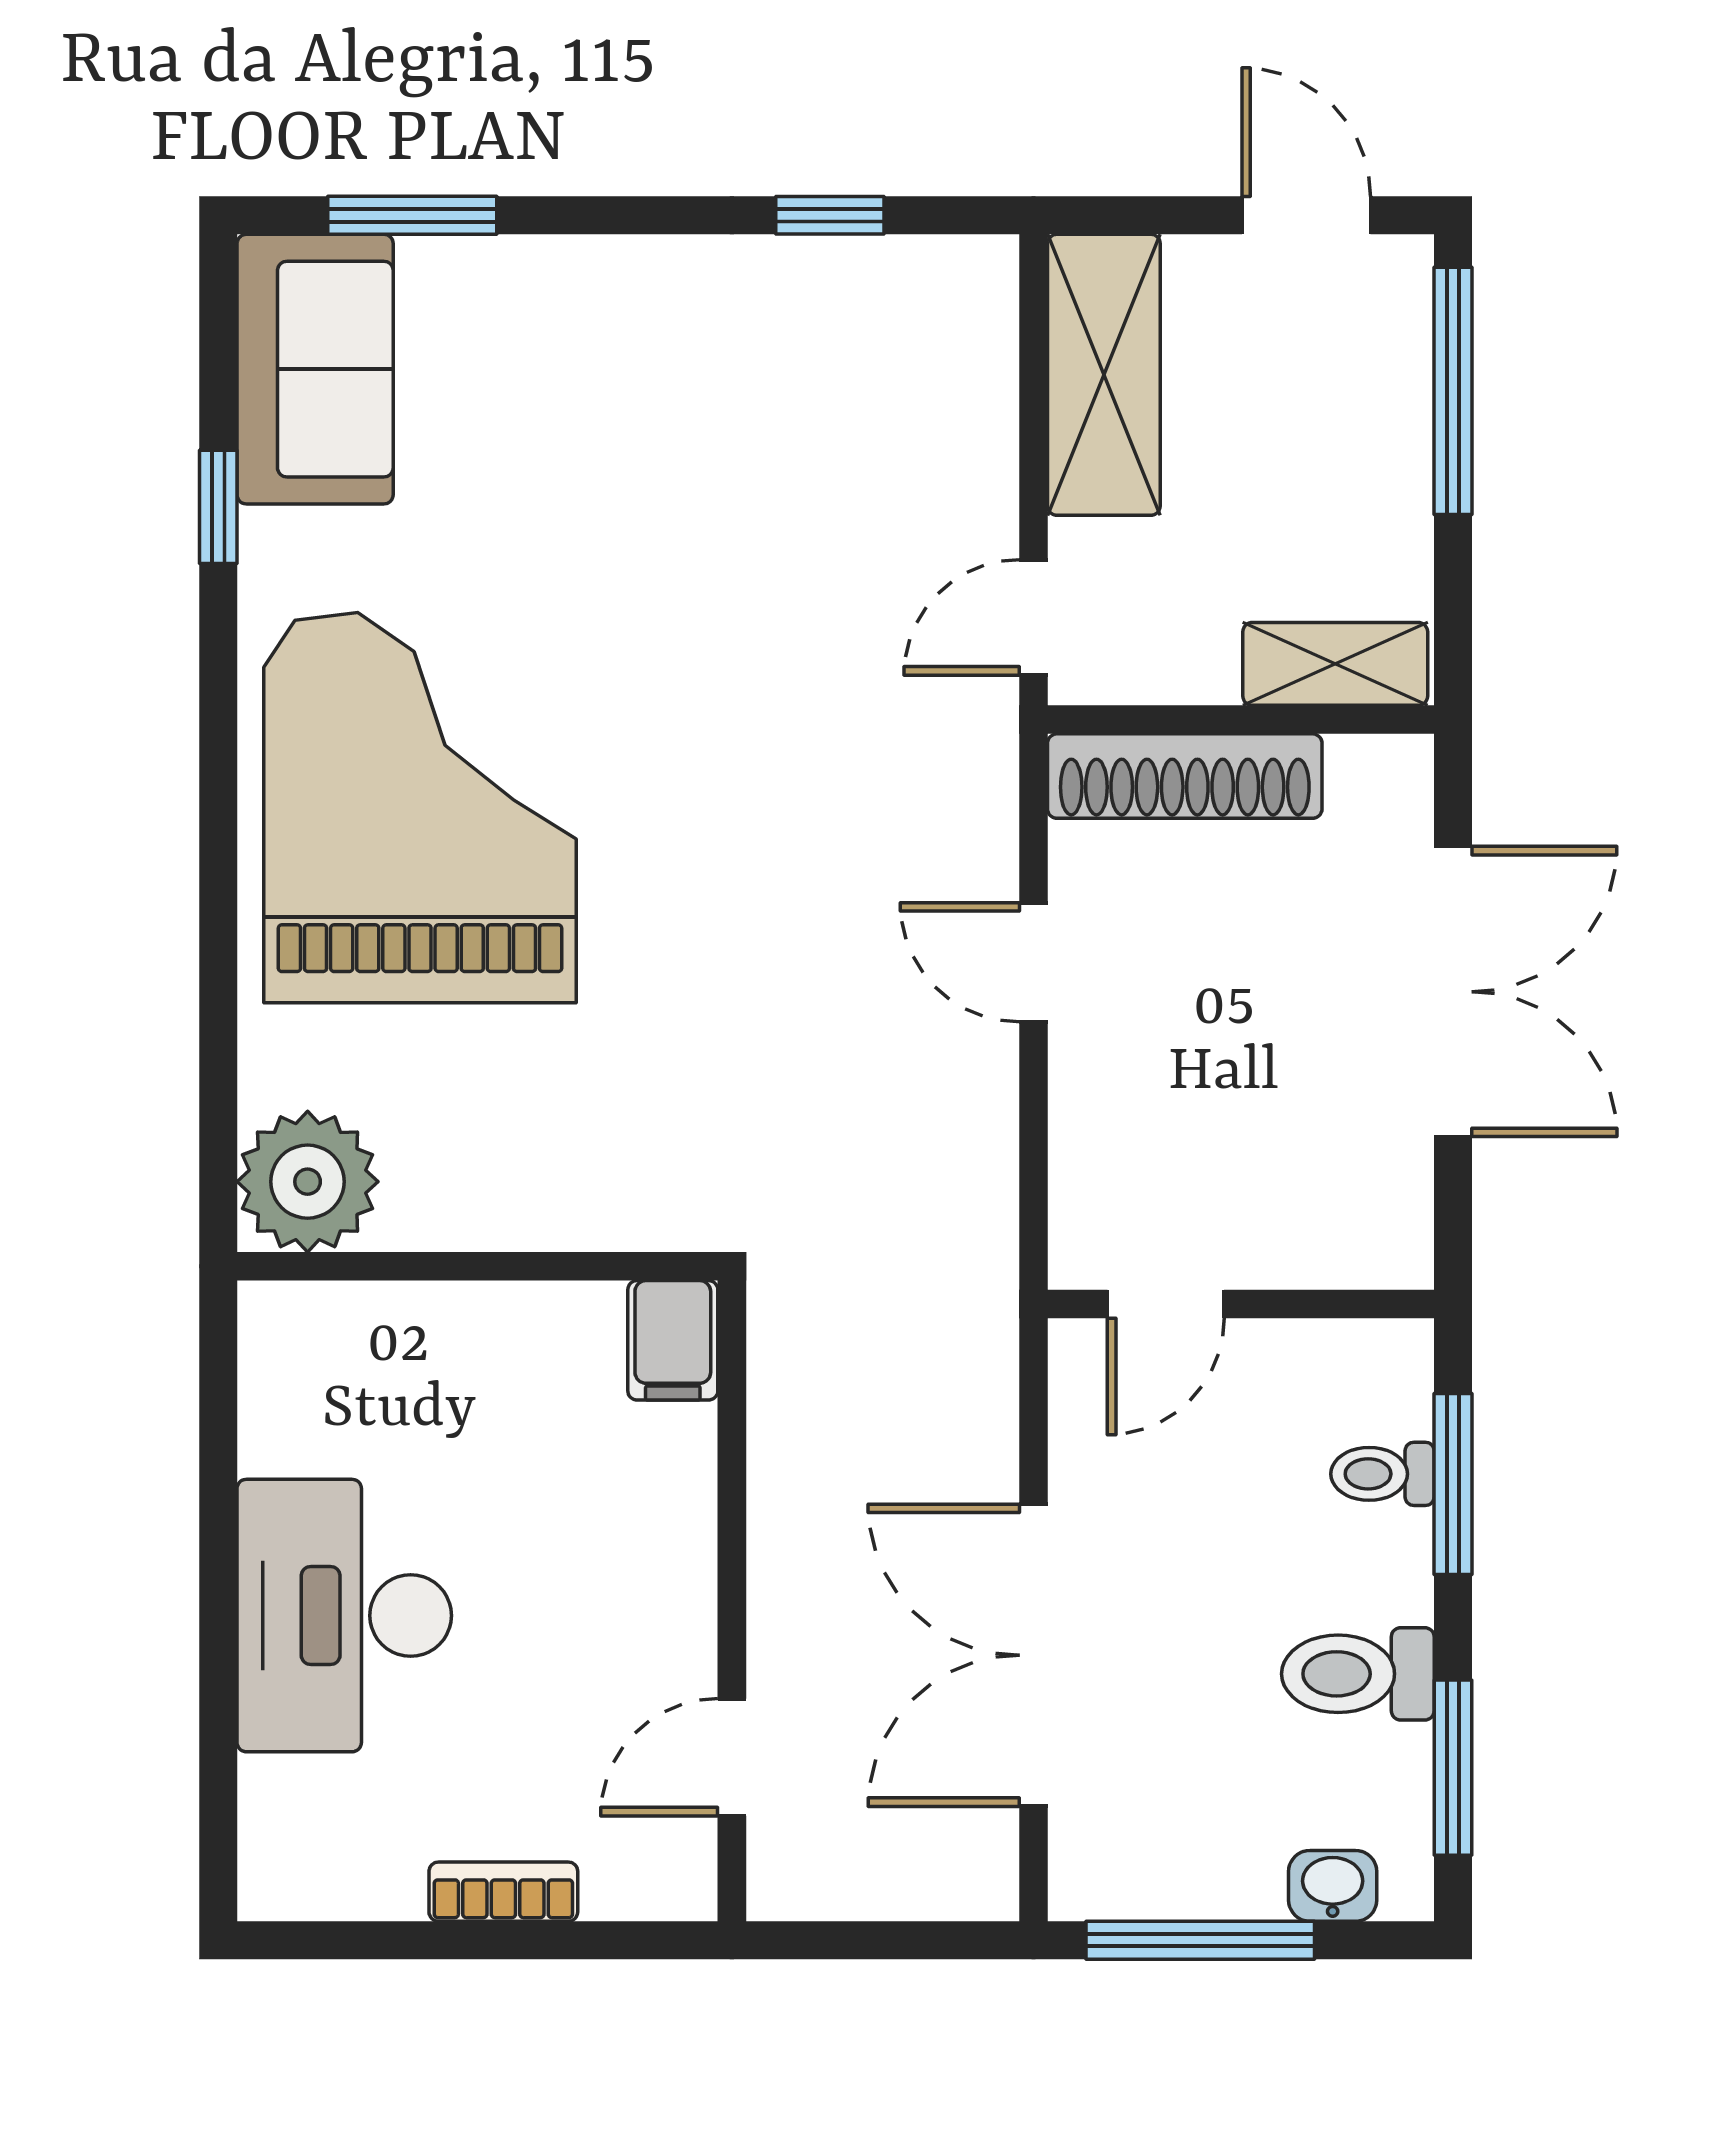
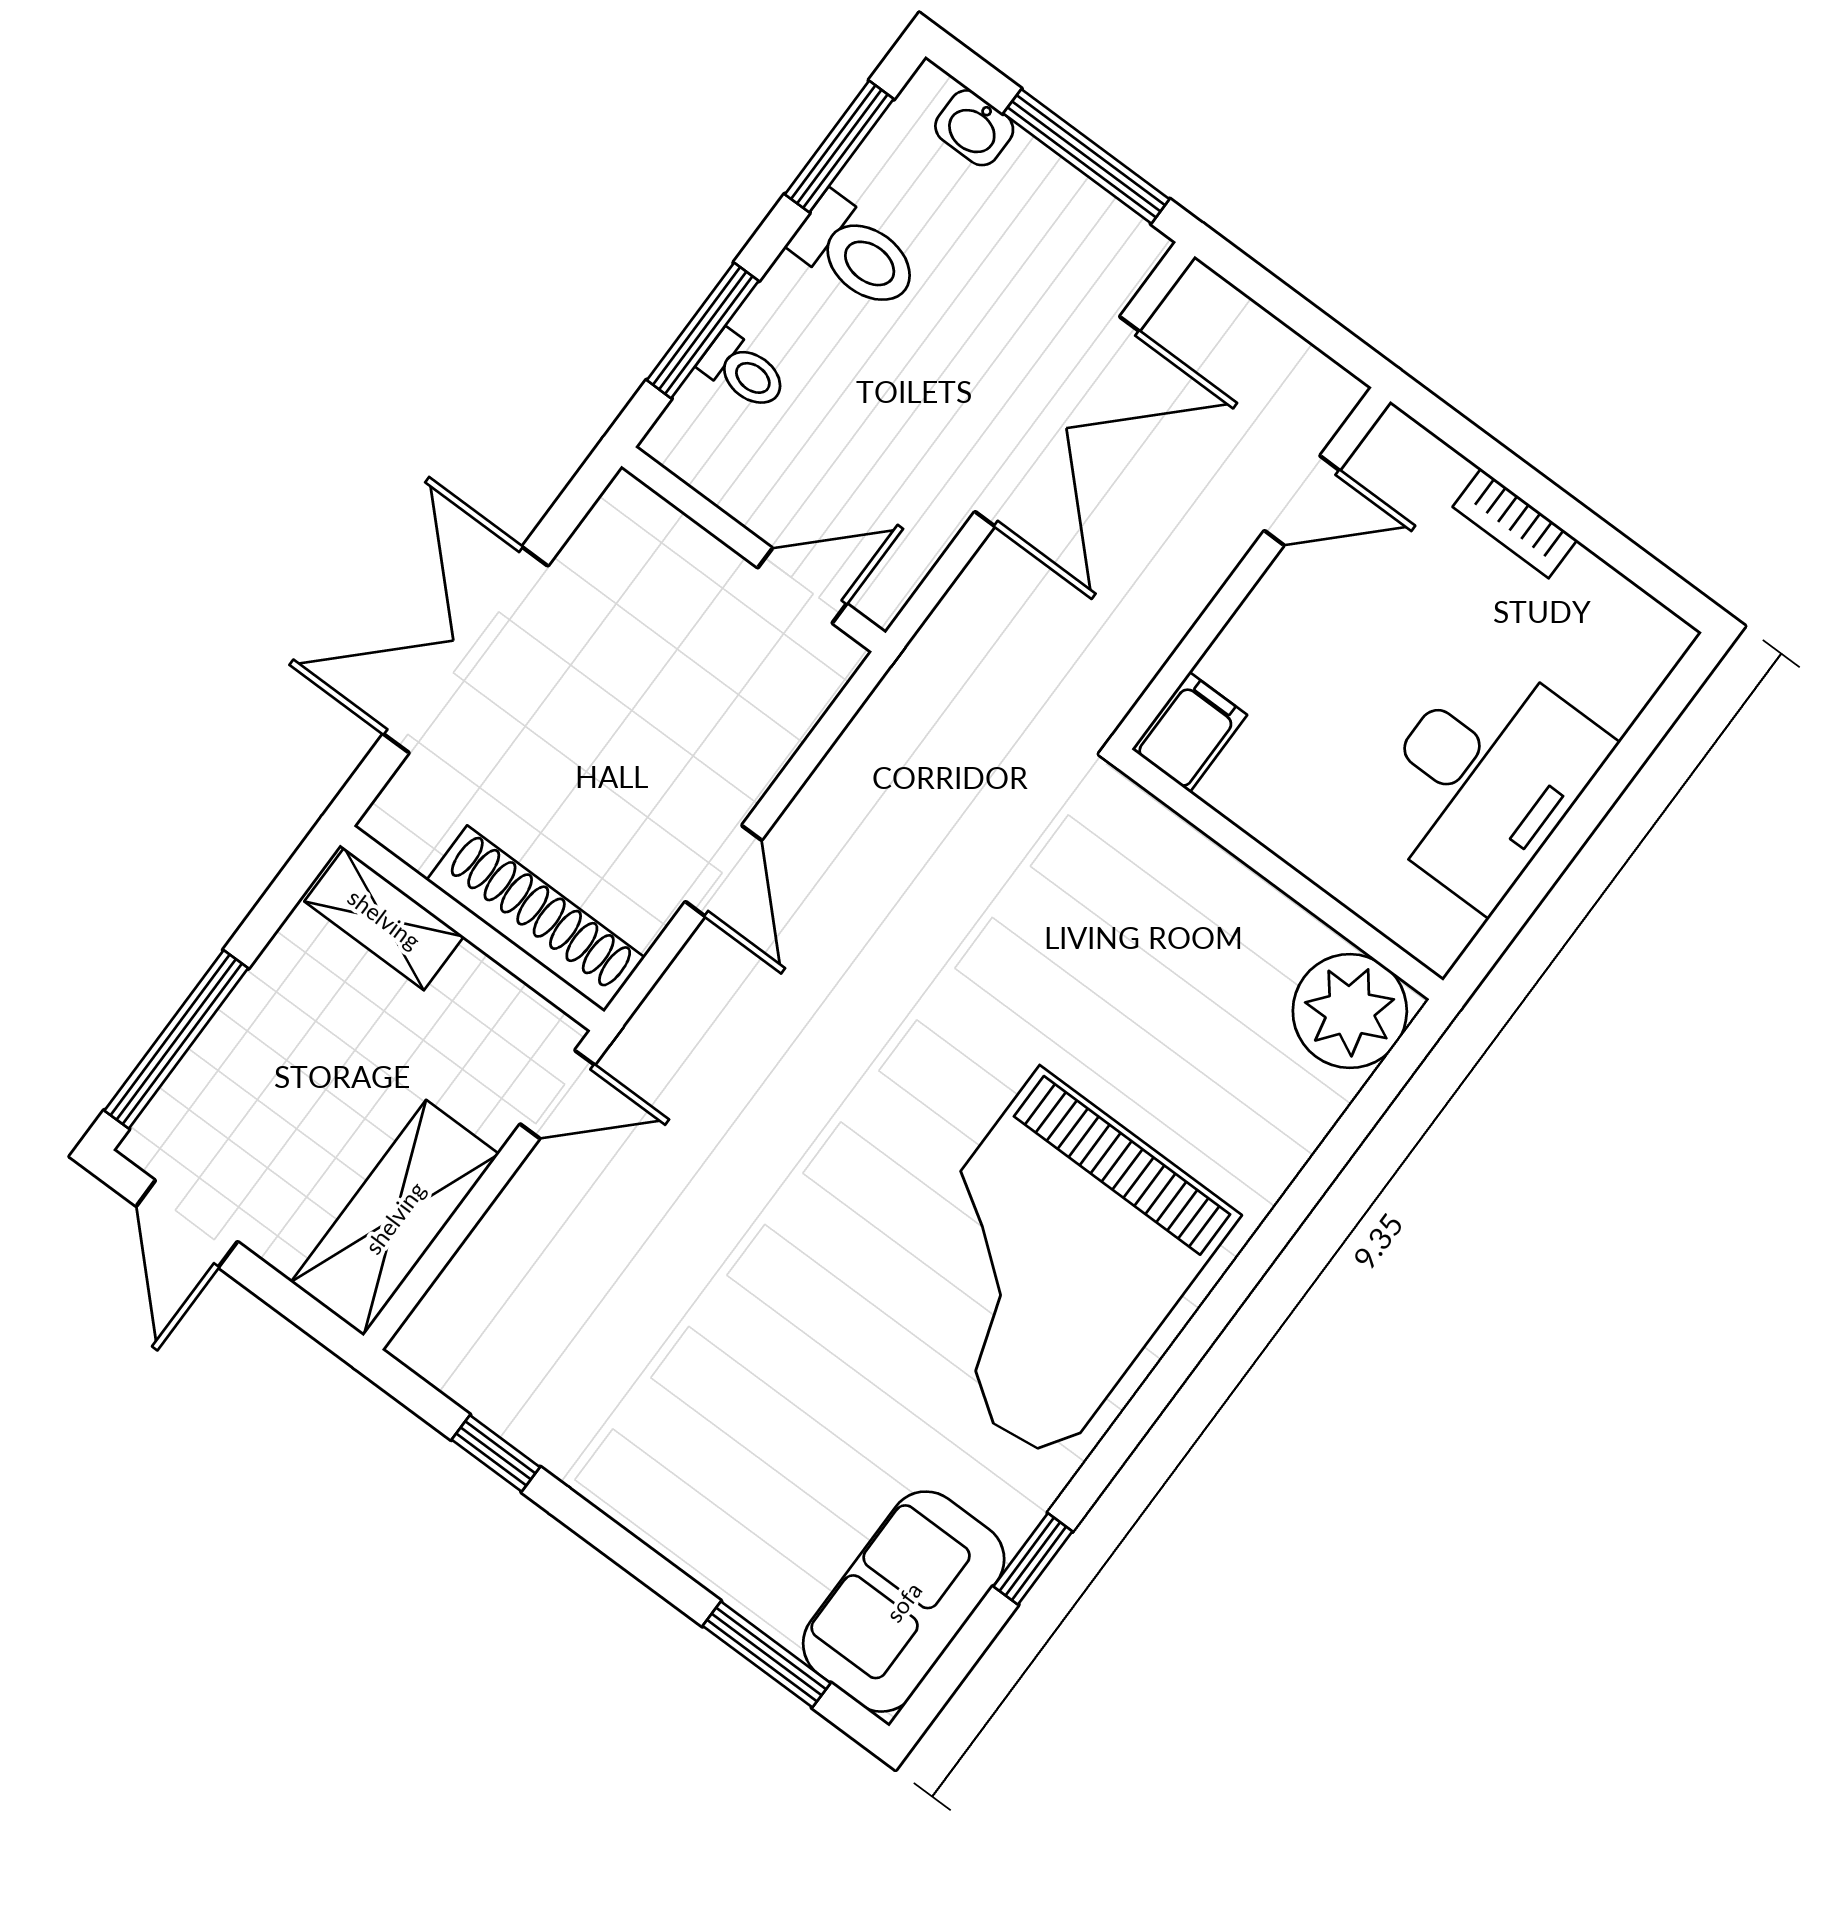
plant: (308, 1182) -> (1350, 1011), moved
wall: (477, 1266) -> (1280, 874), moved
filing cabinet: (673, 1340) -> (1189, 732), moved

